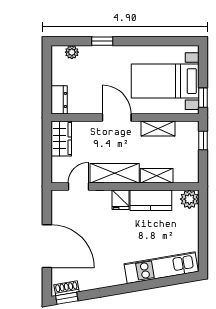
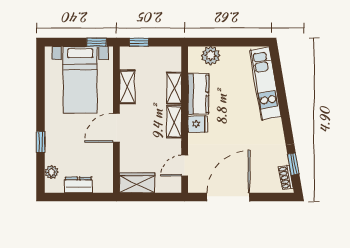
dresser: (59, 100) -> (78, 185), moved
shelving: (115, 173) -> (174, 122), width x0.67, depth x0.75
door: (79, 186) -> (185, 166), hinge flipped
plant: (189, 199) -> (211, 56), moved
door: (47, 246) -> (228, 197), moved
window: (67, 298) -> (293, 164), moved

